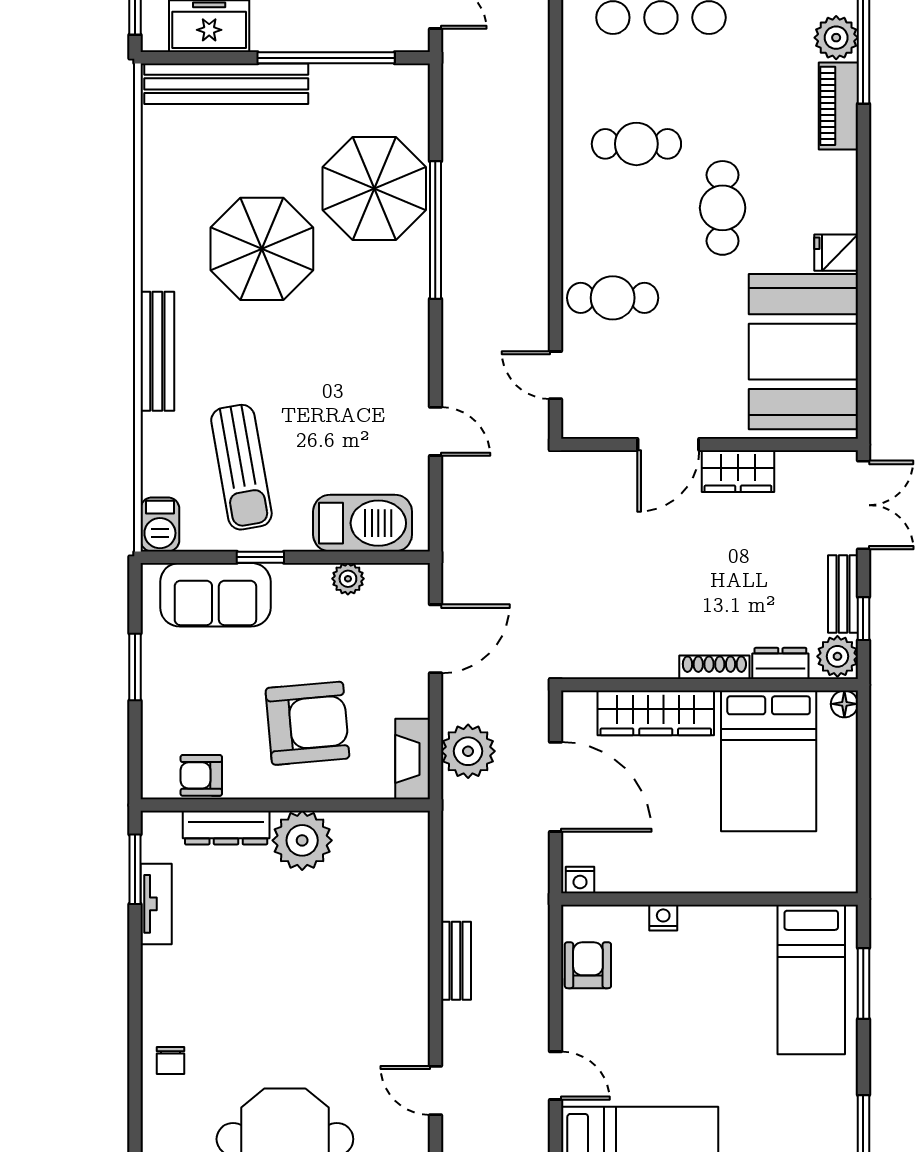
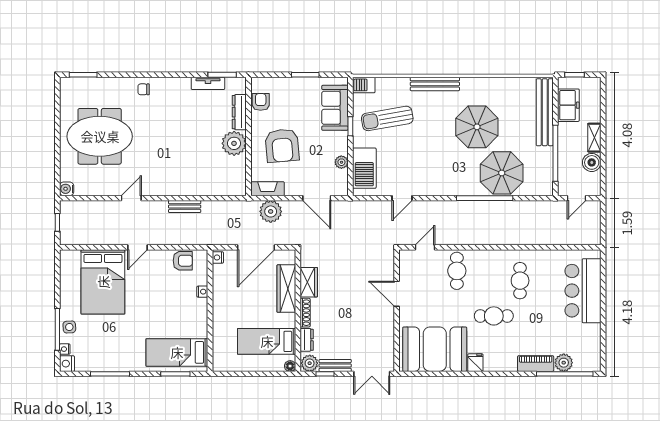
wardrobe: (738, 471) -> (309, 282), moved, turned 180
bed: (769, 761) -> (267, 341), width x0.67

